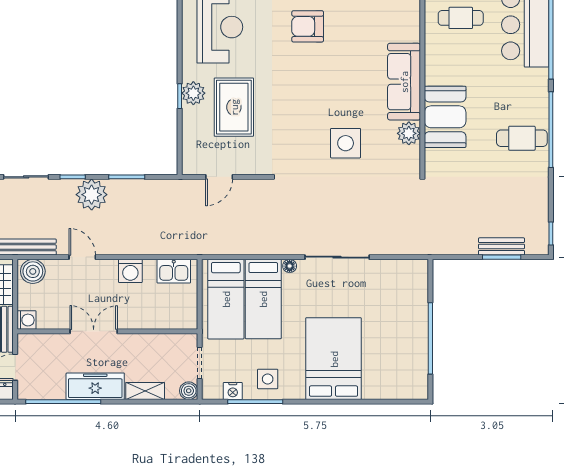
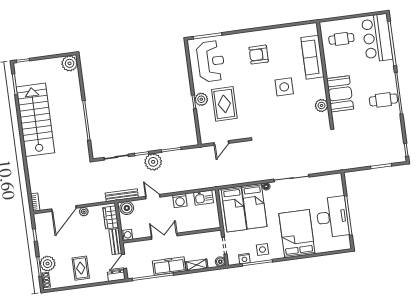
sofa: (404, 82) -> (312, 57), moved
side table: (346, 143) -> (284, 87), moved
bench: (501, 246) -> (380, 160), removed
desk: (402, 337) -> (332, 217), added

